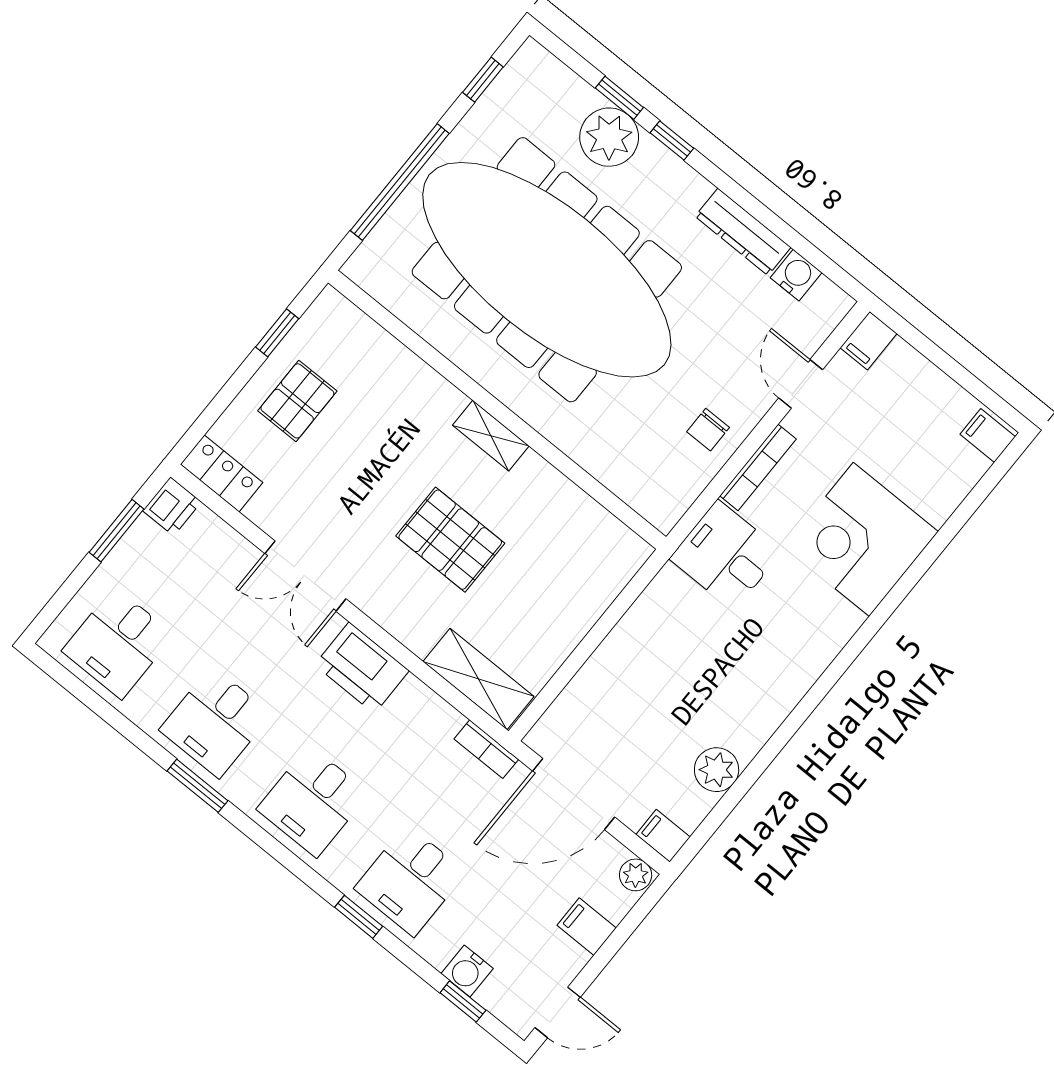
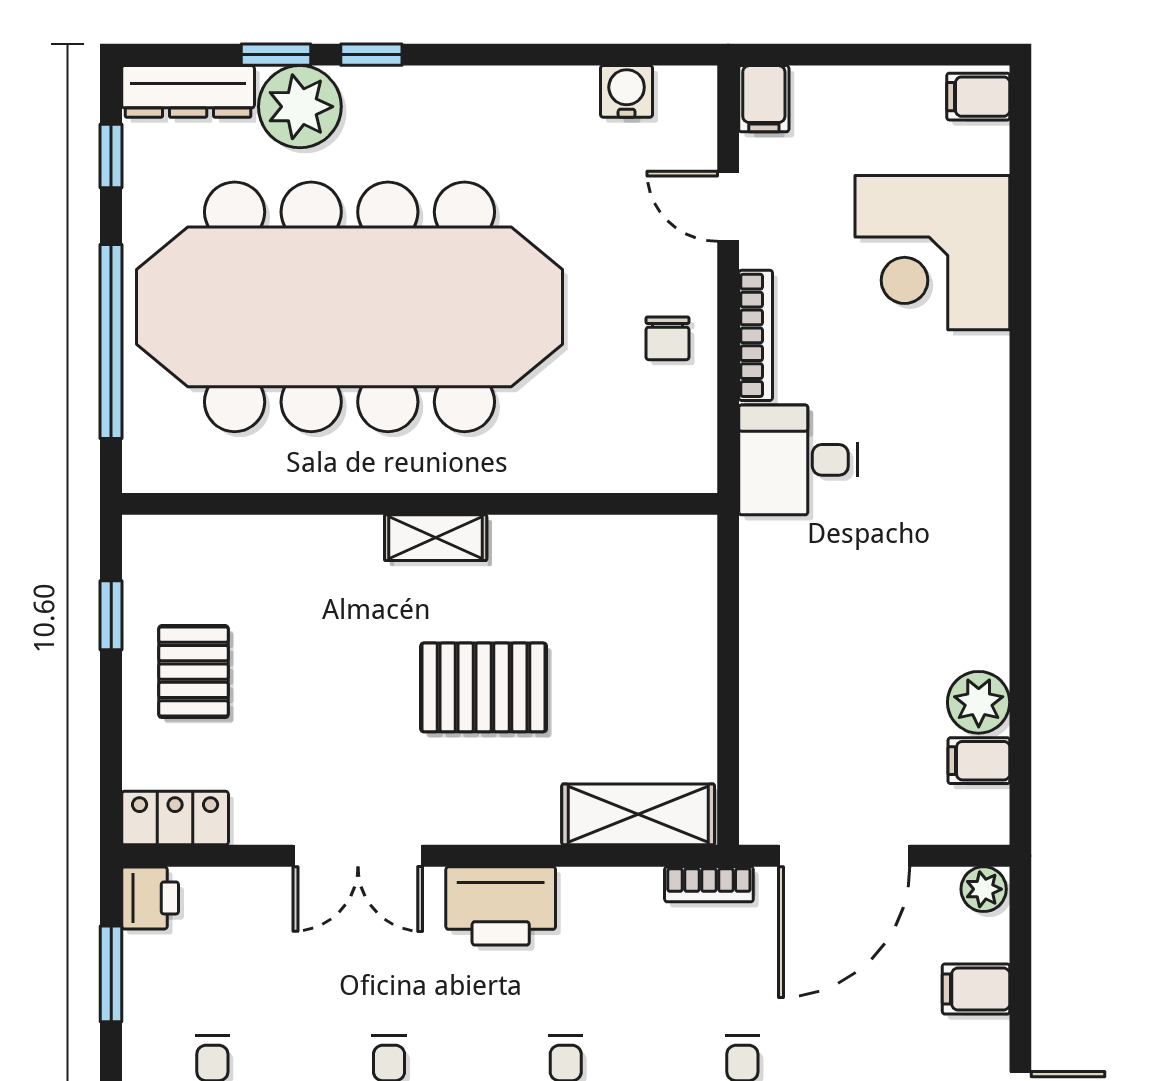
dresser: (743, 232) -> (188, 91), moved
corner desk: (861, 539) -> (932, 253), moved
filing cabinet: (663, 836) -> (979, 761), moved

